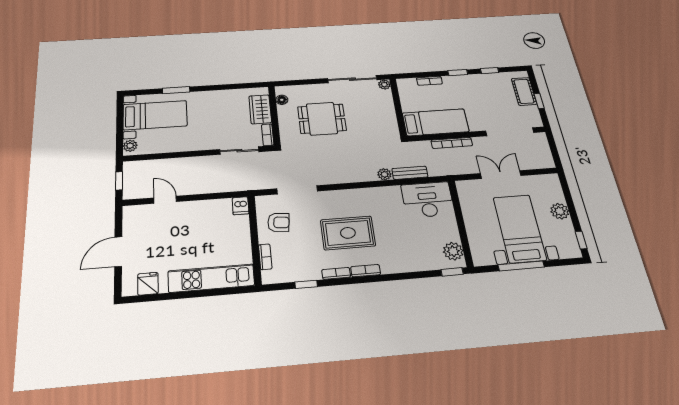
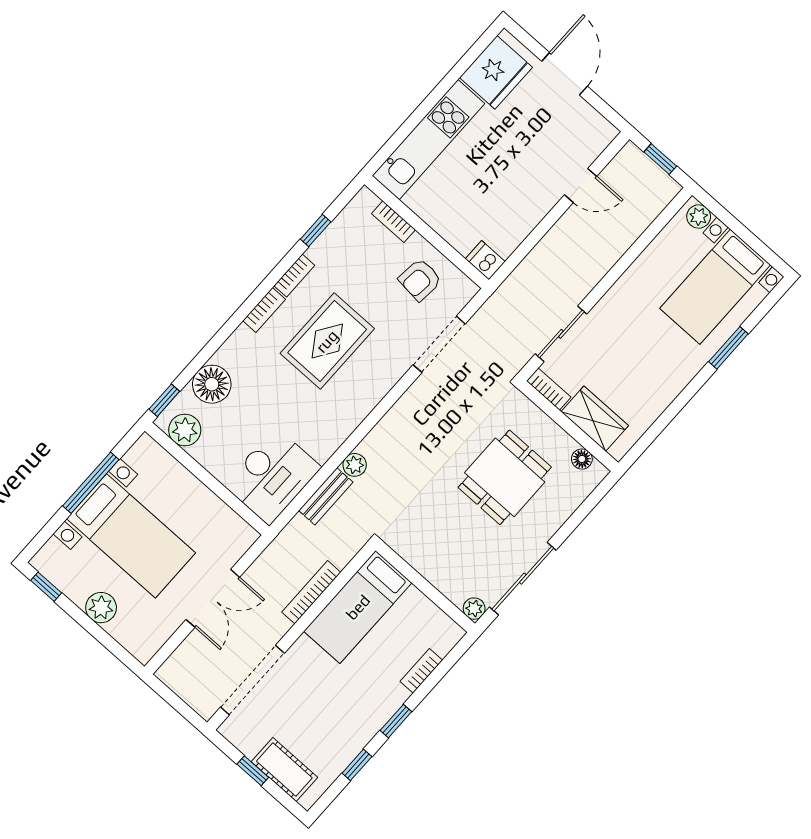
floor lamp: (422, 260) -> (212, 384), added
fridge: (148, 284) -> (496, 72), width x1.88, depth x1.34

